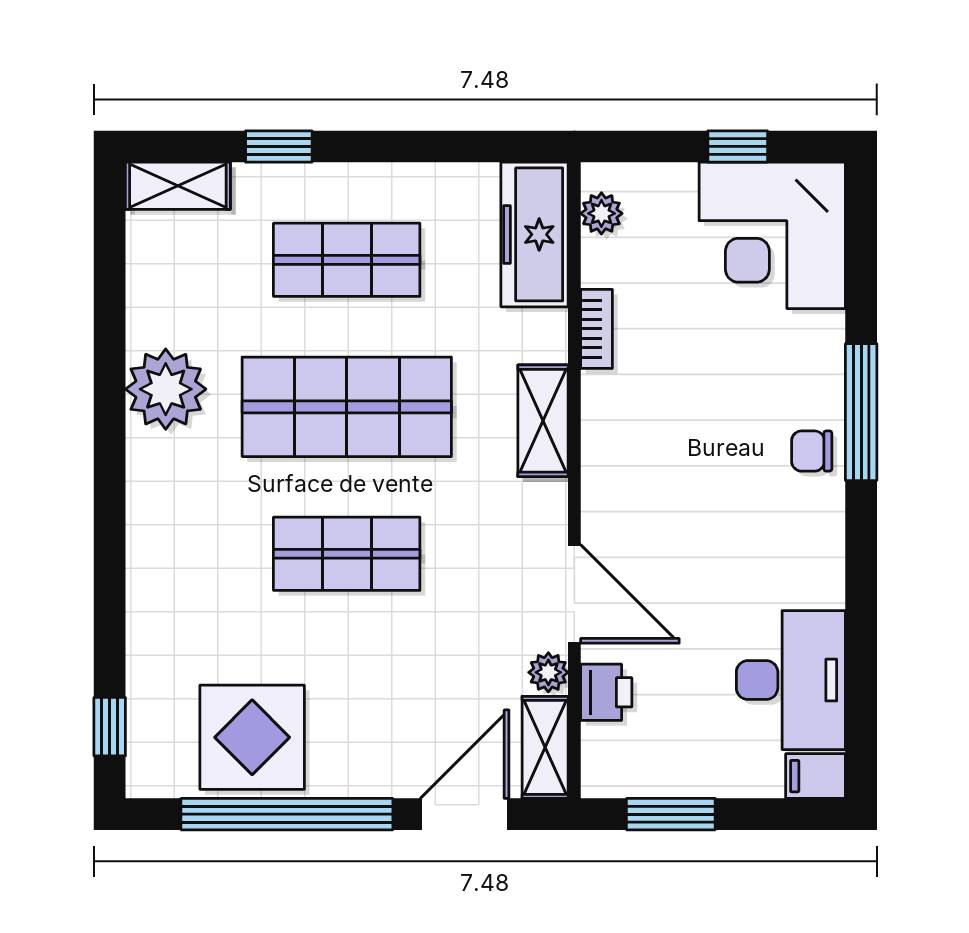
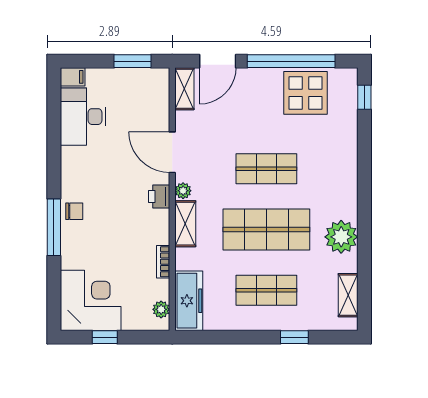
shelving: (178, 186) -> (348, 295), moved, turned 90
plant: (548, 672) -> (183, 191), moved
printer: (606, 692) -> (159, 196), moved

